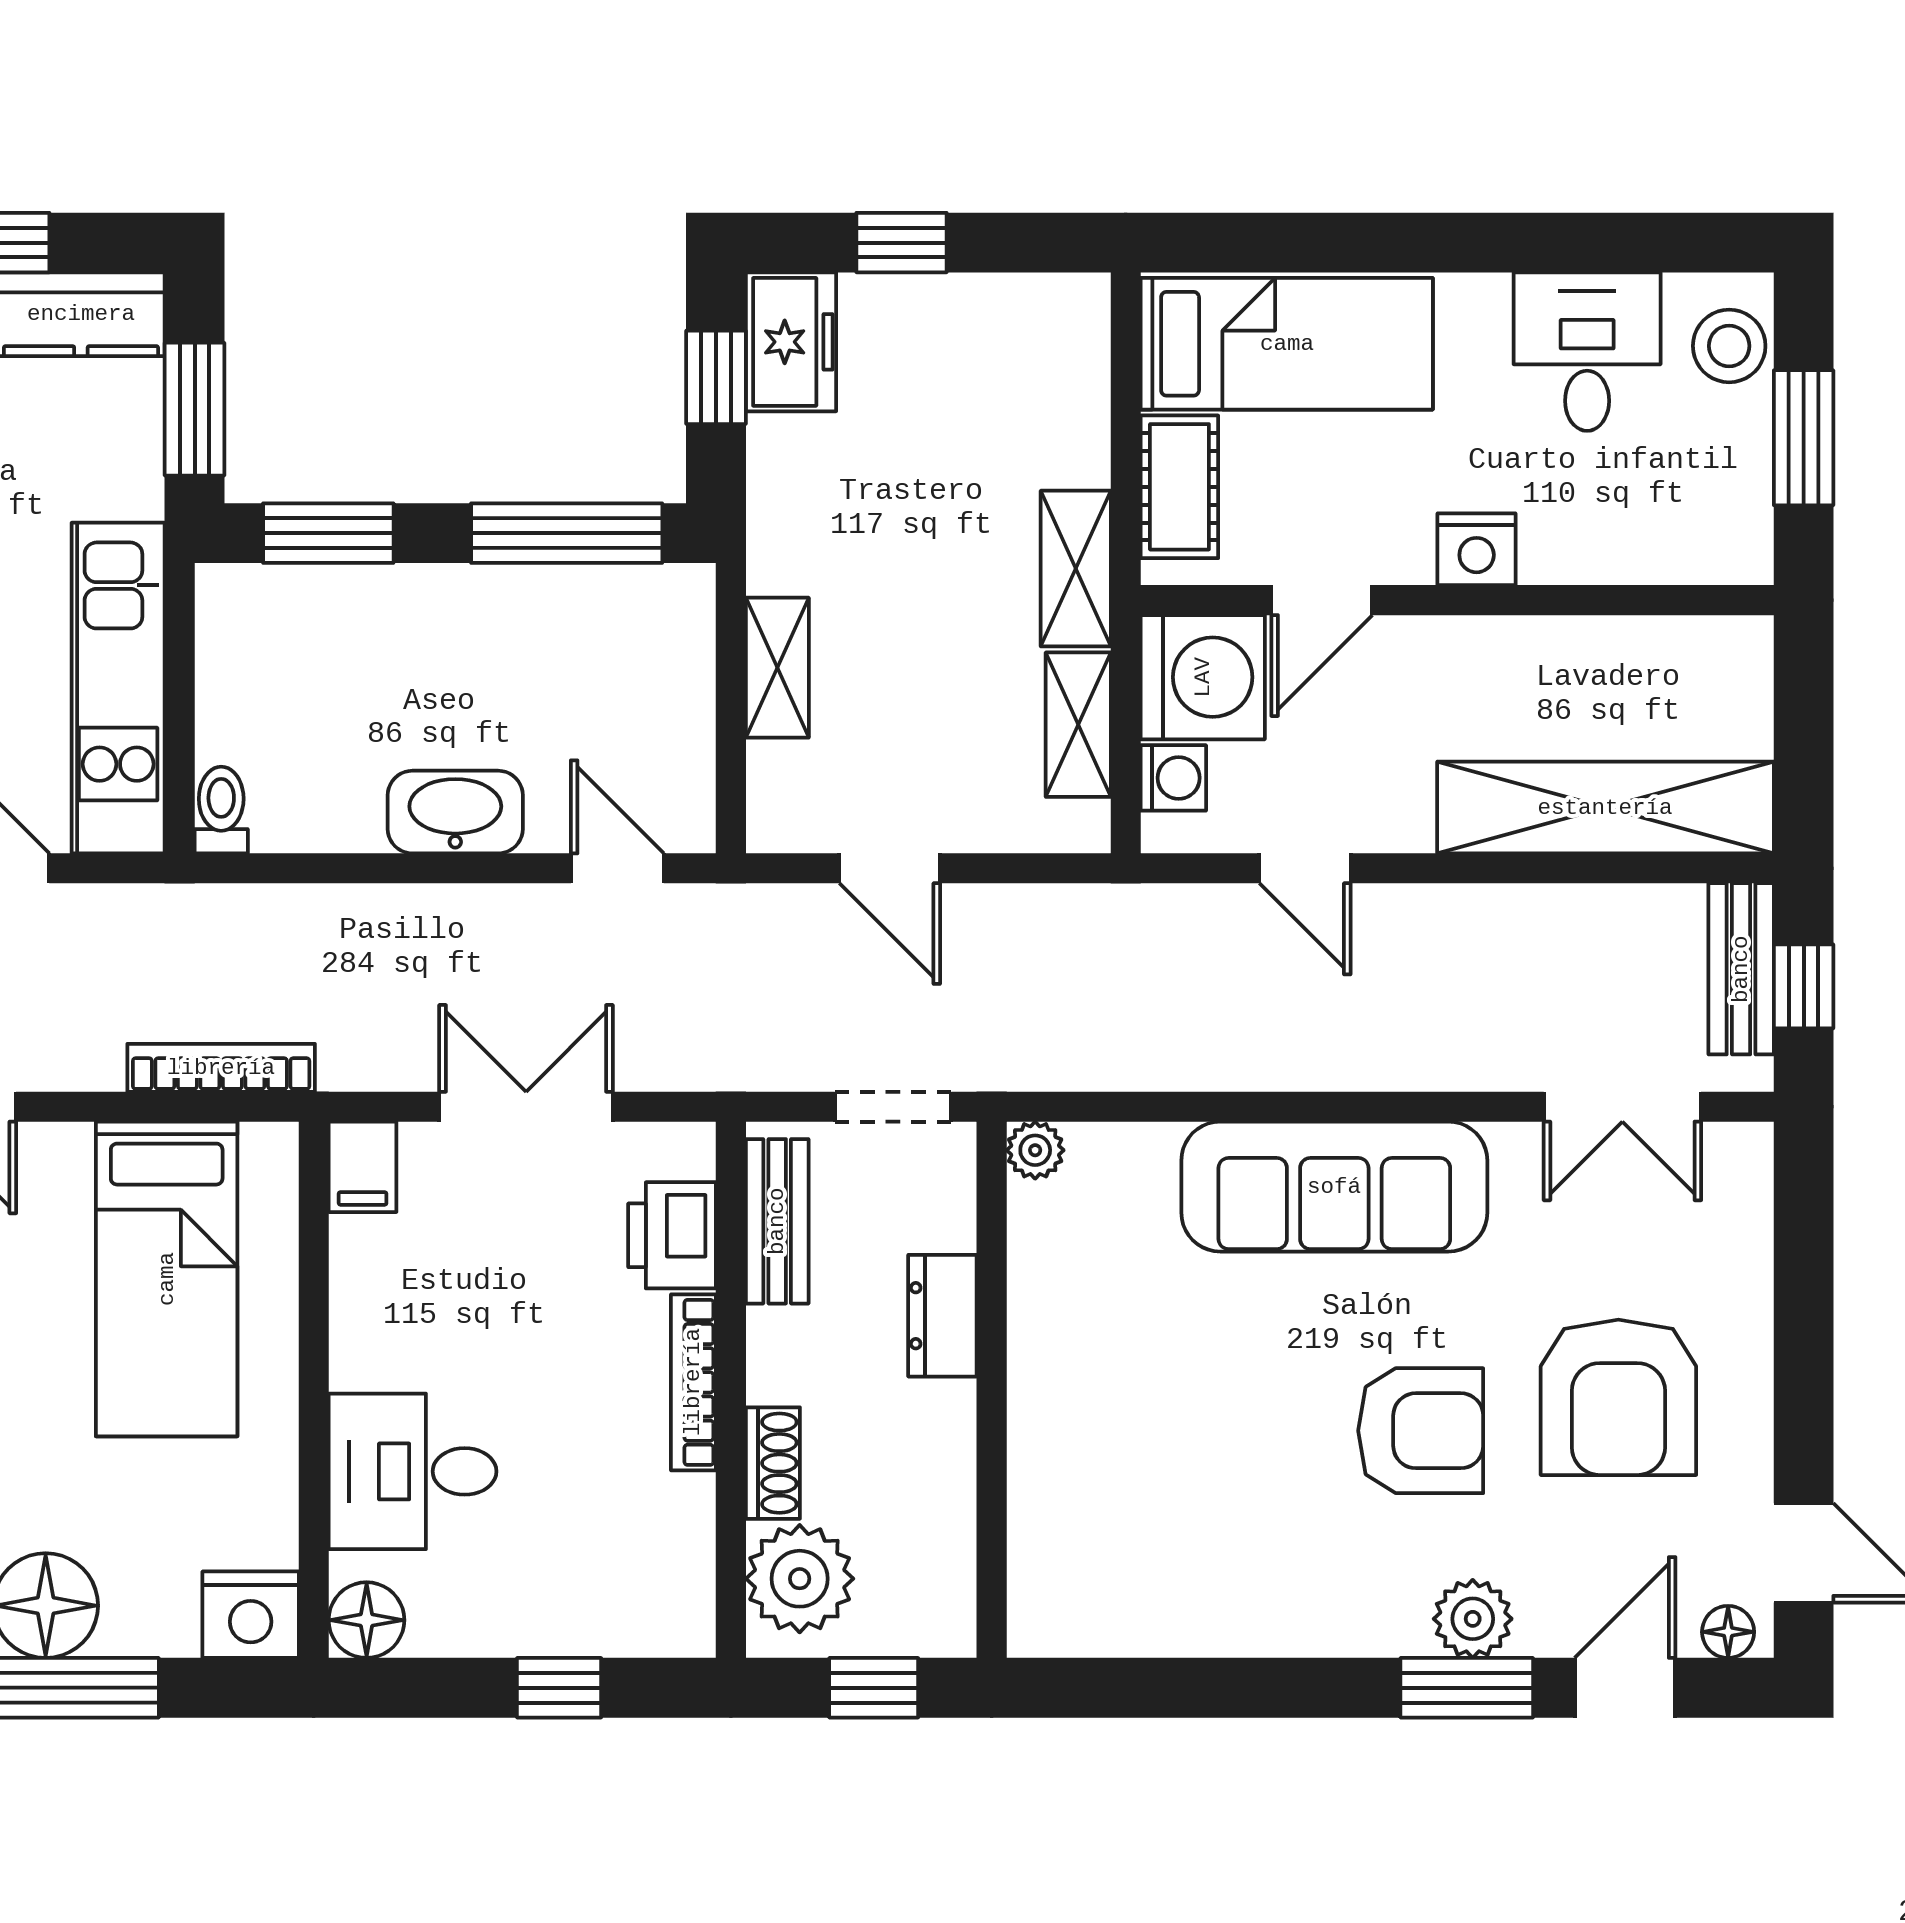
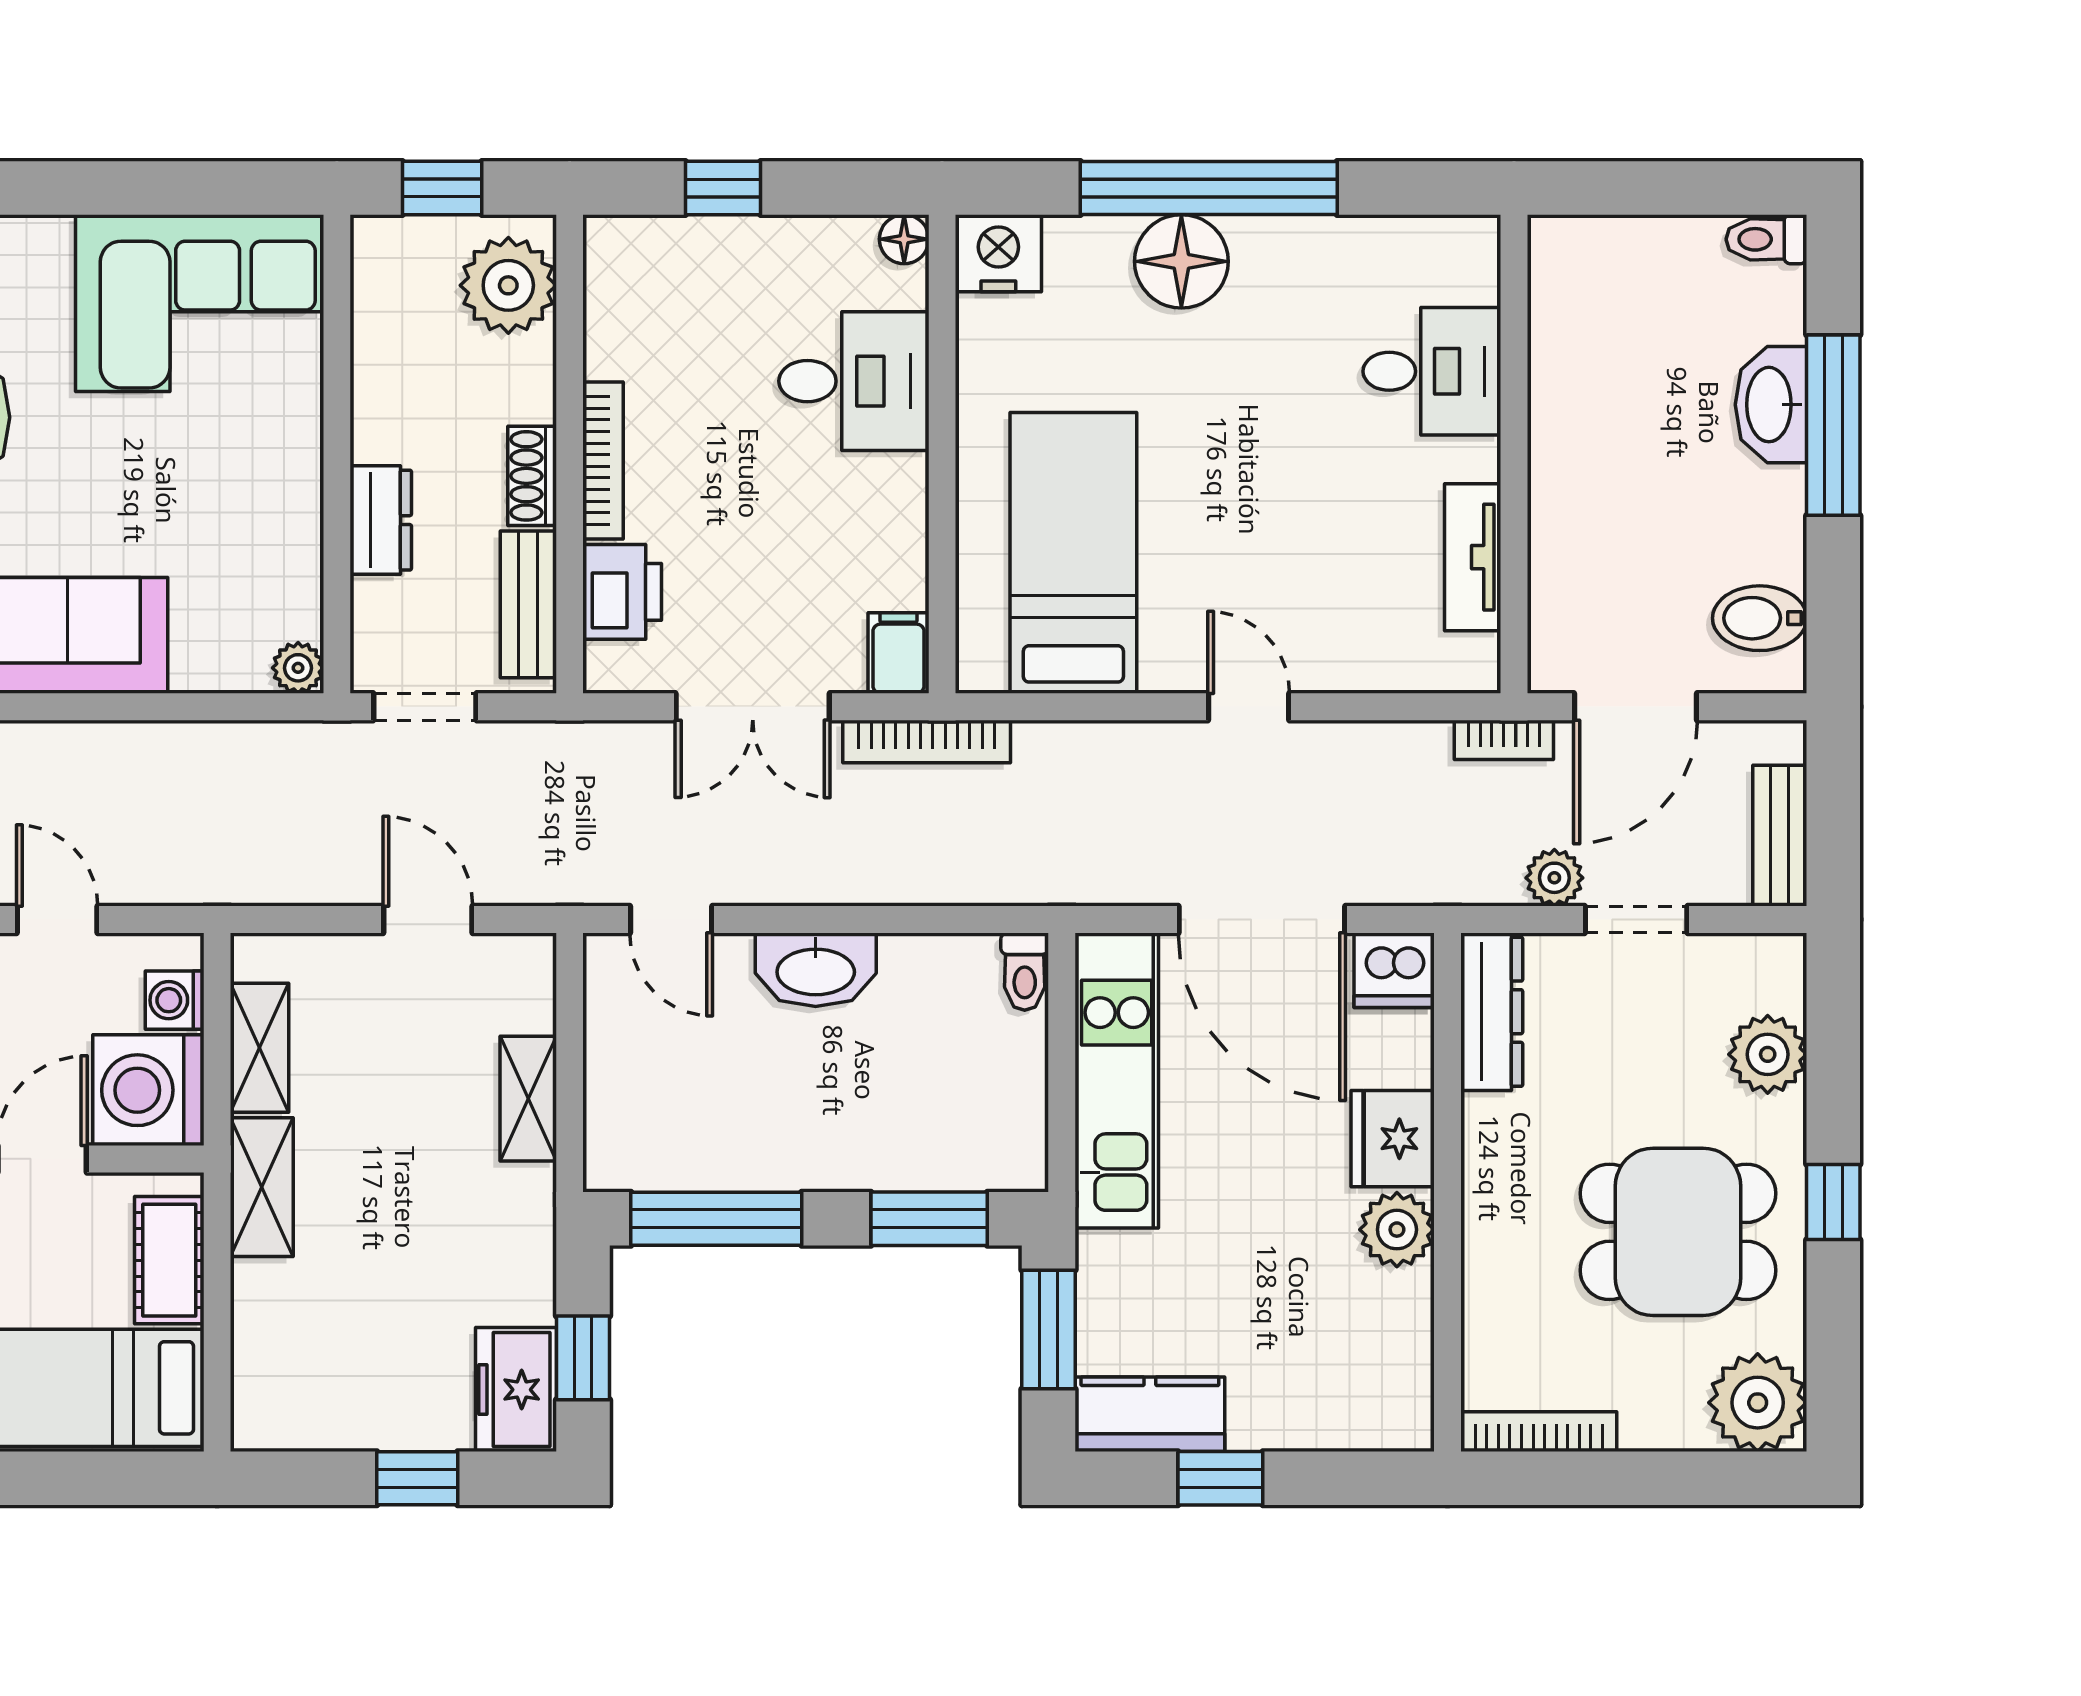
bookcase: (221, 1068) -> (927, 741), moved
shoe rack: (773, 1463) -> (532, 476), moved
corner sofa: (1145, 1559) -> (200, 303), added
floor lamp: (367, 1620) -> (904, 239), width x0.73, depth x0.73

